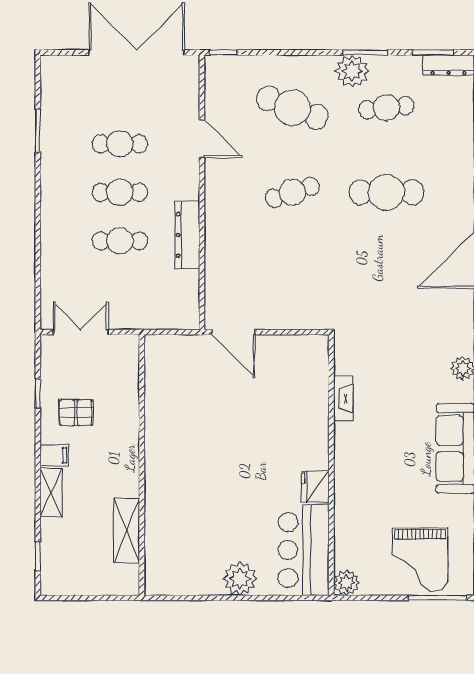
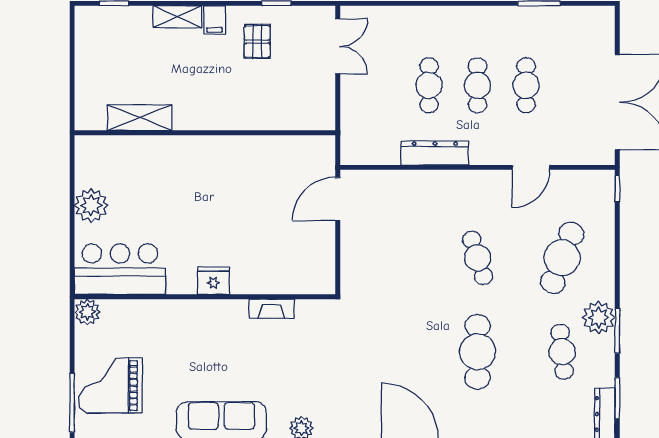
wall: (142, 465) -> (205, 133), moved
fridge: (315, 487) -> (213, 281), moved
shelving: (127, 530) -> (140, 118), moved

